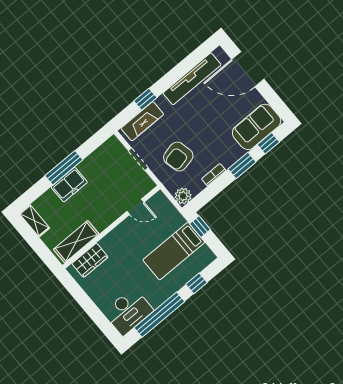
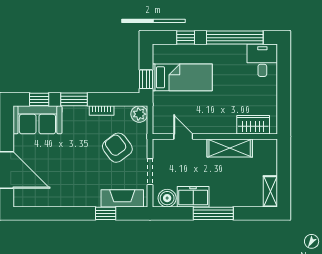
tv unit: (192, 79) -> (56, 199), removed
boiler: (108, 150) -> (167, 198), added
armchair: (178, 157) -> (117, 148), turned -114
freezer: (69, 185) -> (193, 197), moved
shelving: (76, 242) -> (230, 148), moved
desk: (128, 311) -> (262, 60), width x0.73

